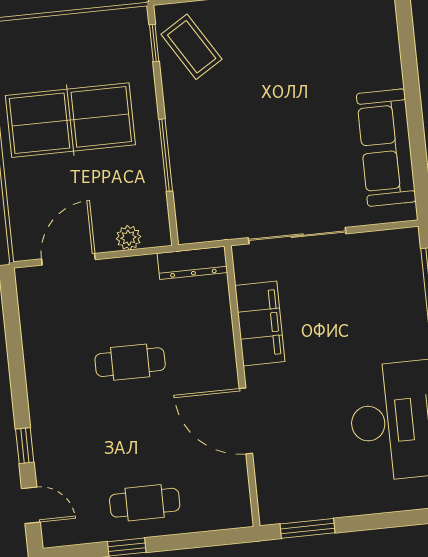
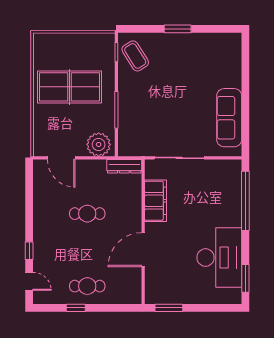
plant: (129, 238) -> (99, 144), width x1.87, depth x1.87
door: (68, 259) -> (61, 158), swing flipped
door: (246, 421) -> (143, 250), hinge flipped

